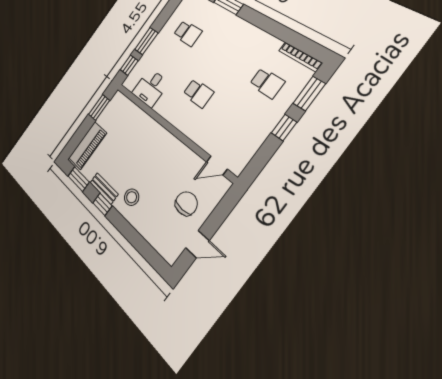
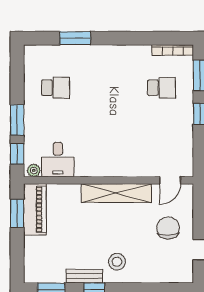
plant: (130, 85) -> (34, 170), added
school desk: (198, 93) -> (109, 134), removed
shelving: (170, 144) -> (116, 193), added
piano: (88, 146) -> (35, 209), moved

